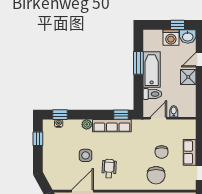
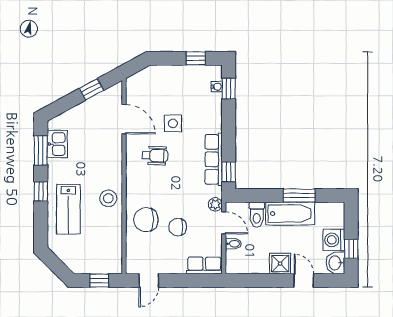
plant: (87, 124) -> (215, 204), moved
row of seats: (190, 152) -> (204, 265), moved

